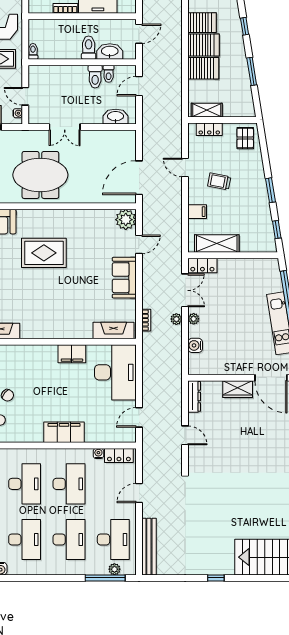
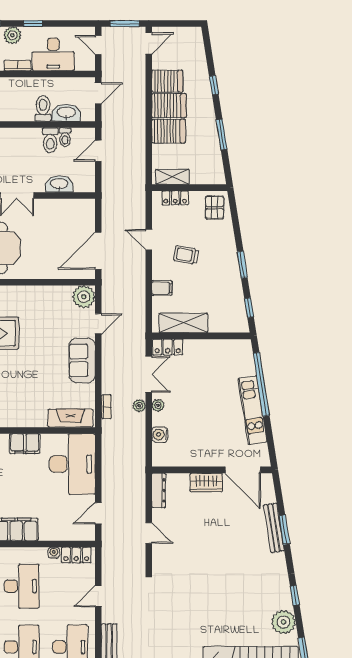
washbasin: (115, 117) -> (59, 184), moved

